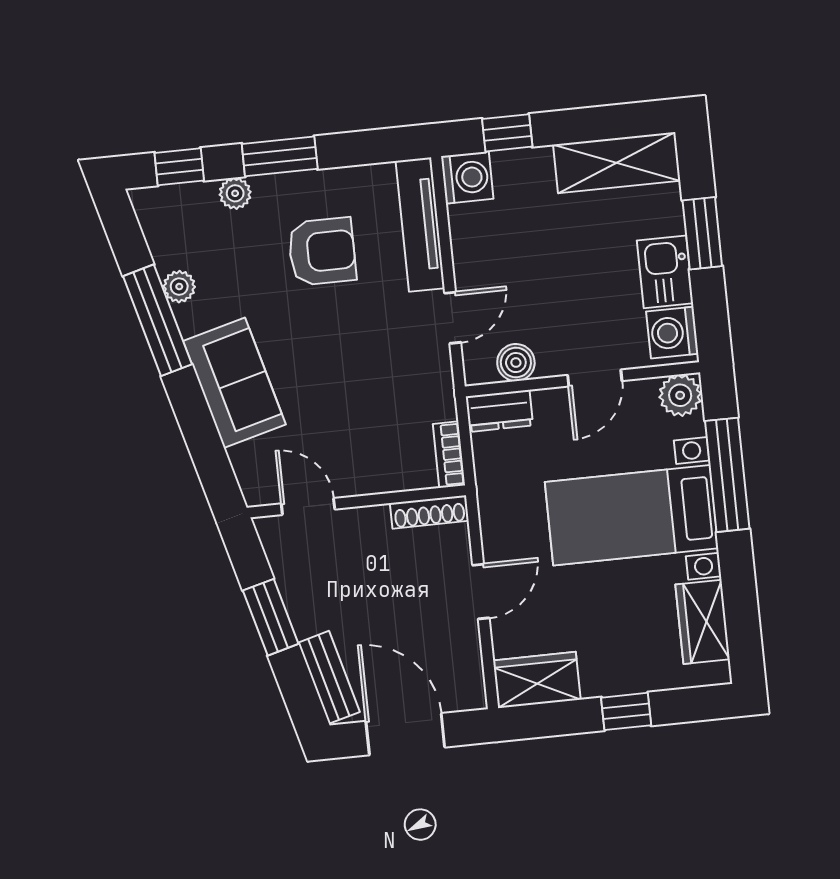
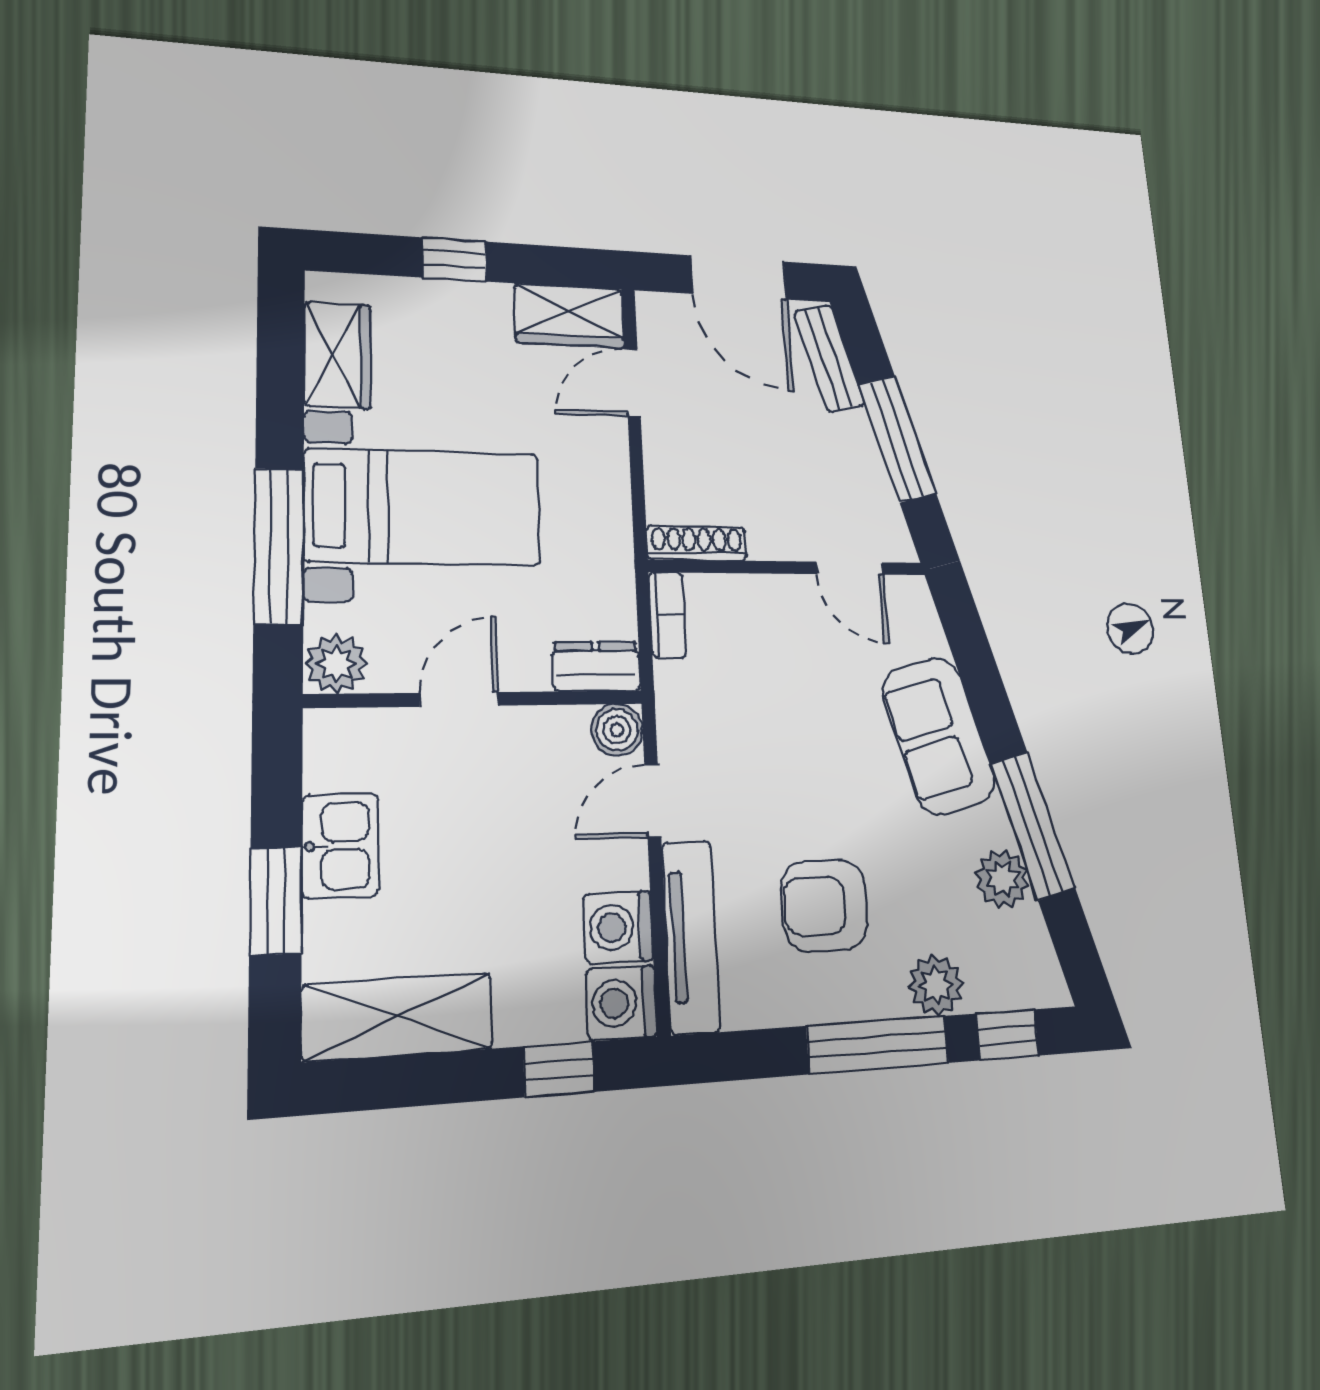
window: (280, 156) -> (878, 1045), width x1.44
plant: (235, 193) -> (936, 985), width x1.38, depth x1.38
plant: (179, 287) -> (1002, 879), width x1.38, depth x1.38
washing machine: (672, 333) -> (618, 927), moved, turned 180
boiler: (516, 363) -> (617, 730), moved
door: (481, 592) -> (633, 383), moved
window: (271, 617) -> (897, 439), width x1.44

